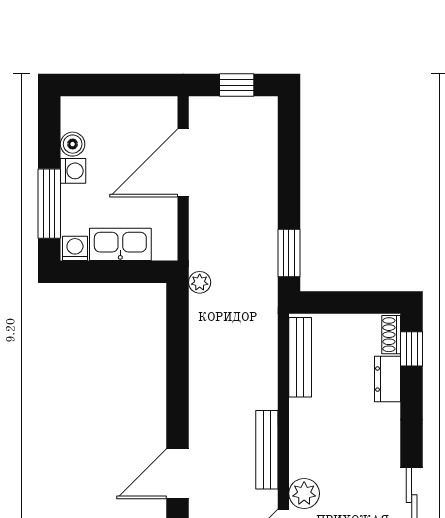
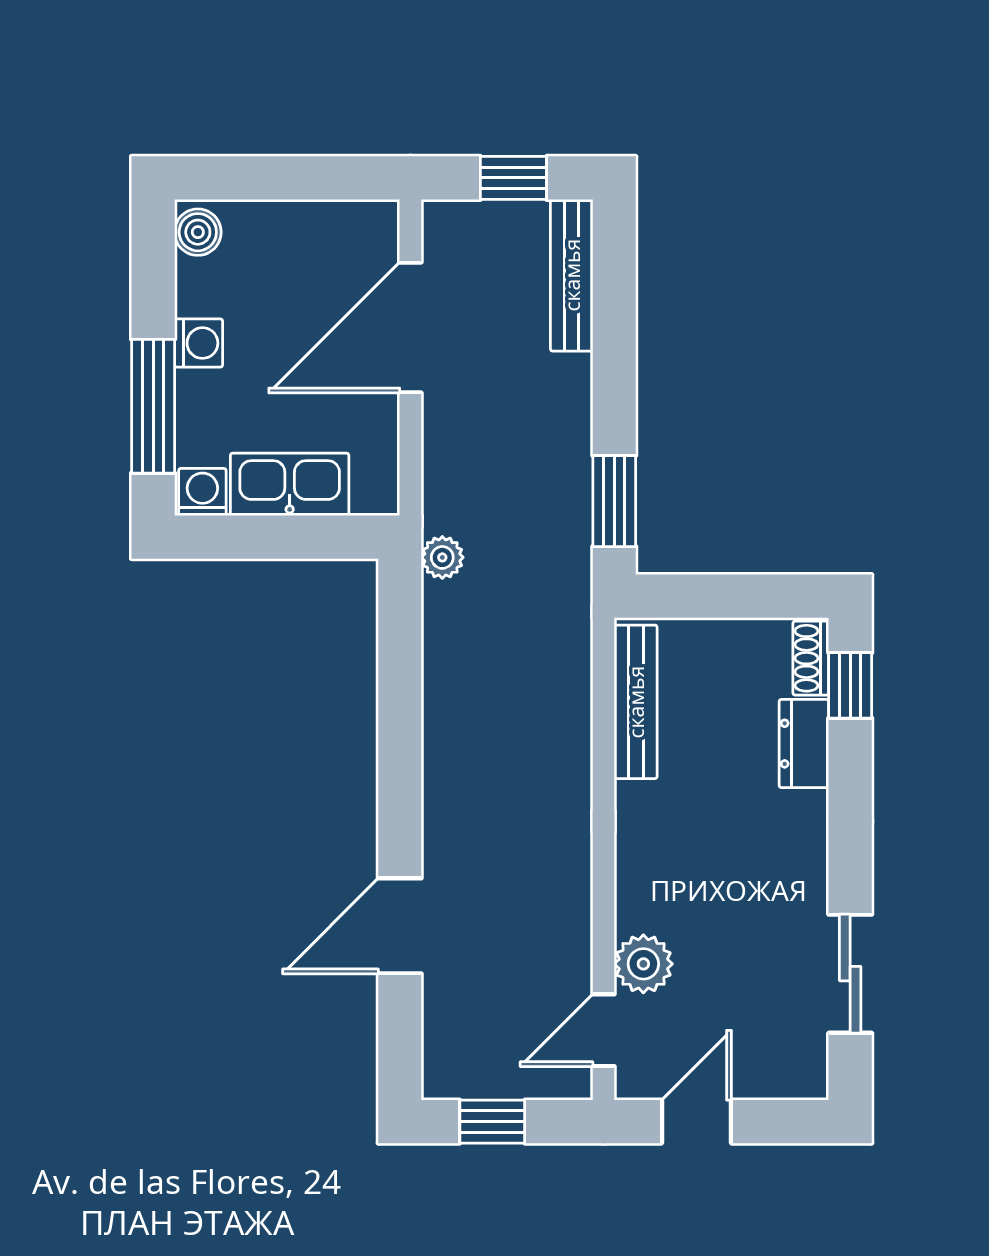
boiler: (73, 144) -> (198, 232), moved
bench: (267, 450) -> (572, 275), moved

